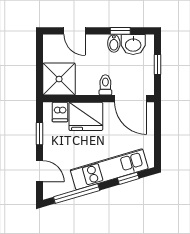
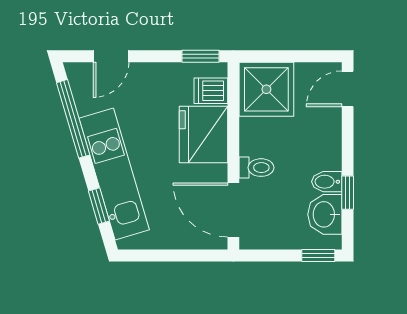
door: (74, 31) -> (348, 89), moved
window: (158, 64) -> (318, 255), moved
door: (131, 99) -> (233, 210), hinge flipped
window: (39, 134) -> (201, 56), moved

